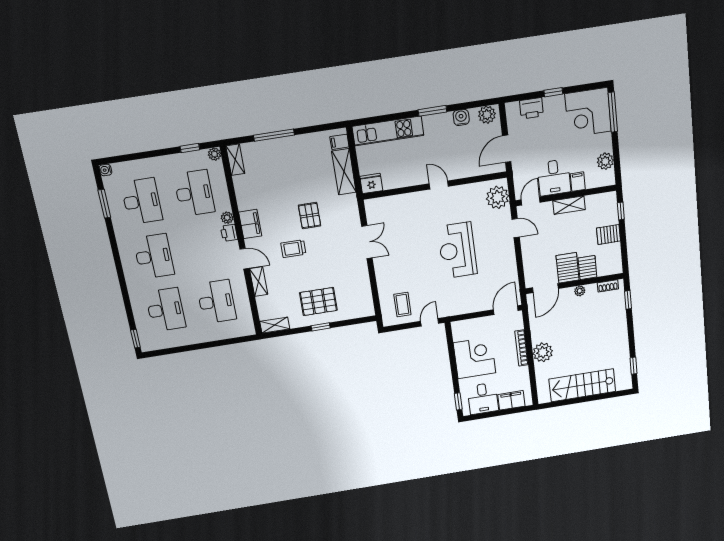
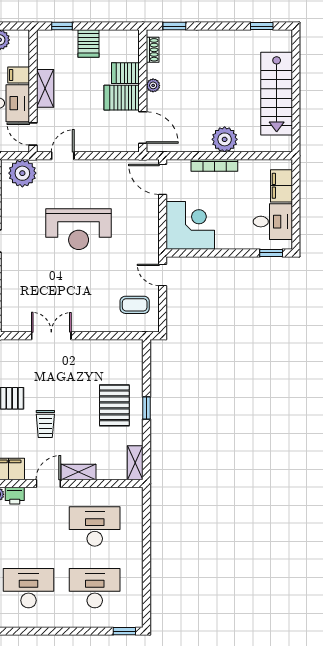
corner desk: (475, 358) -> (190, 225), moved, turned 90

